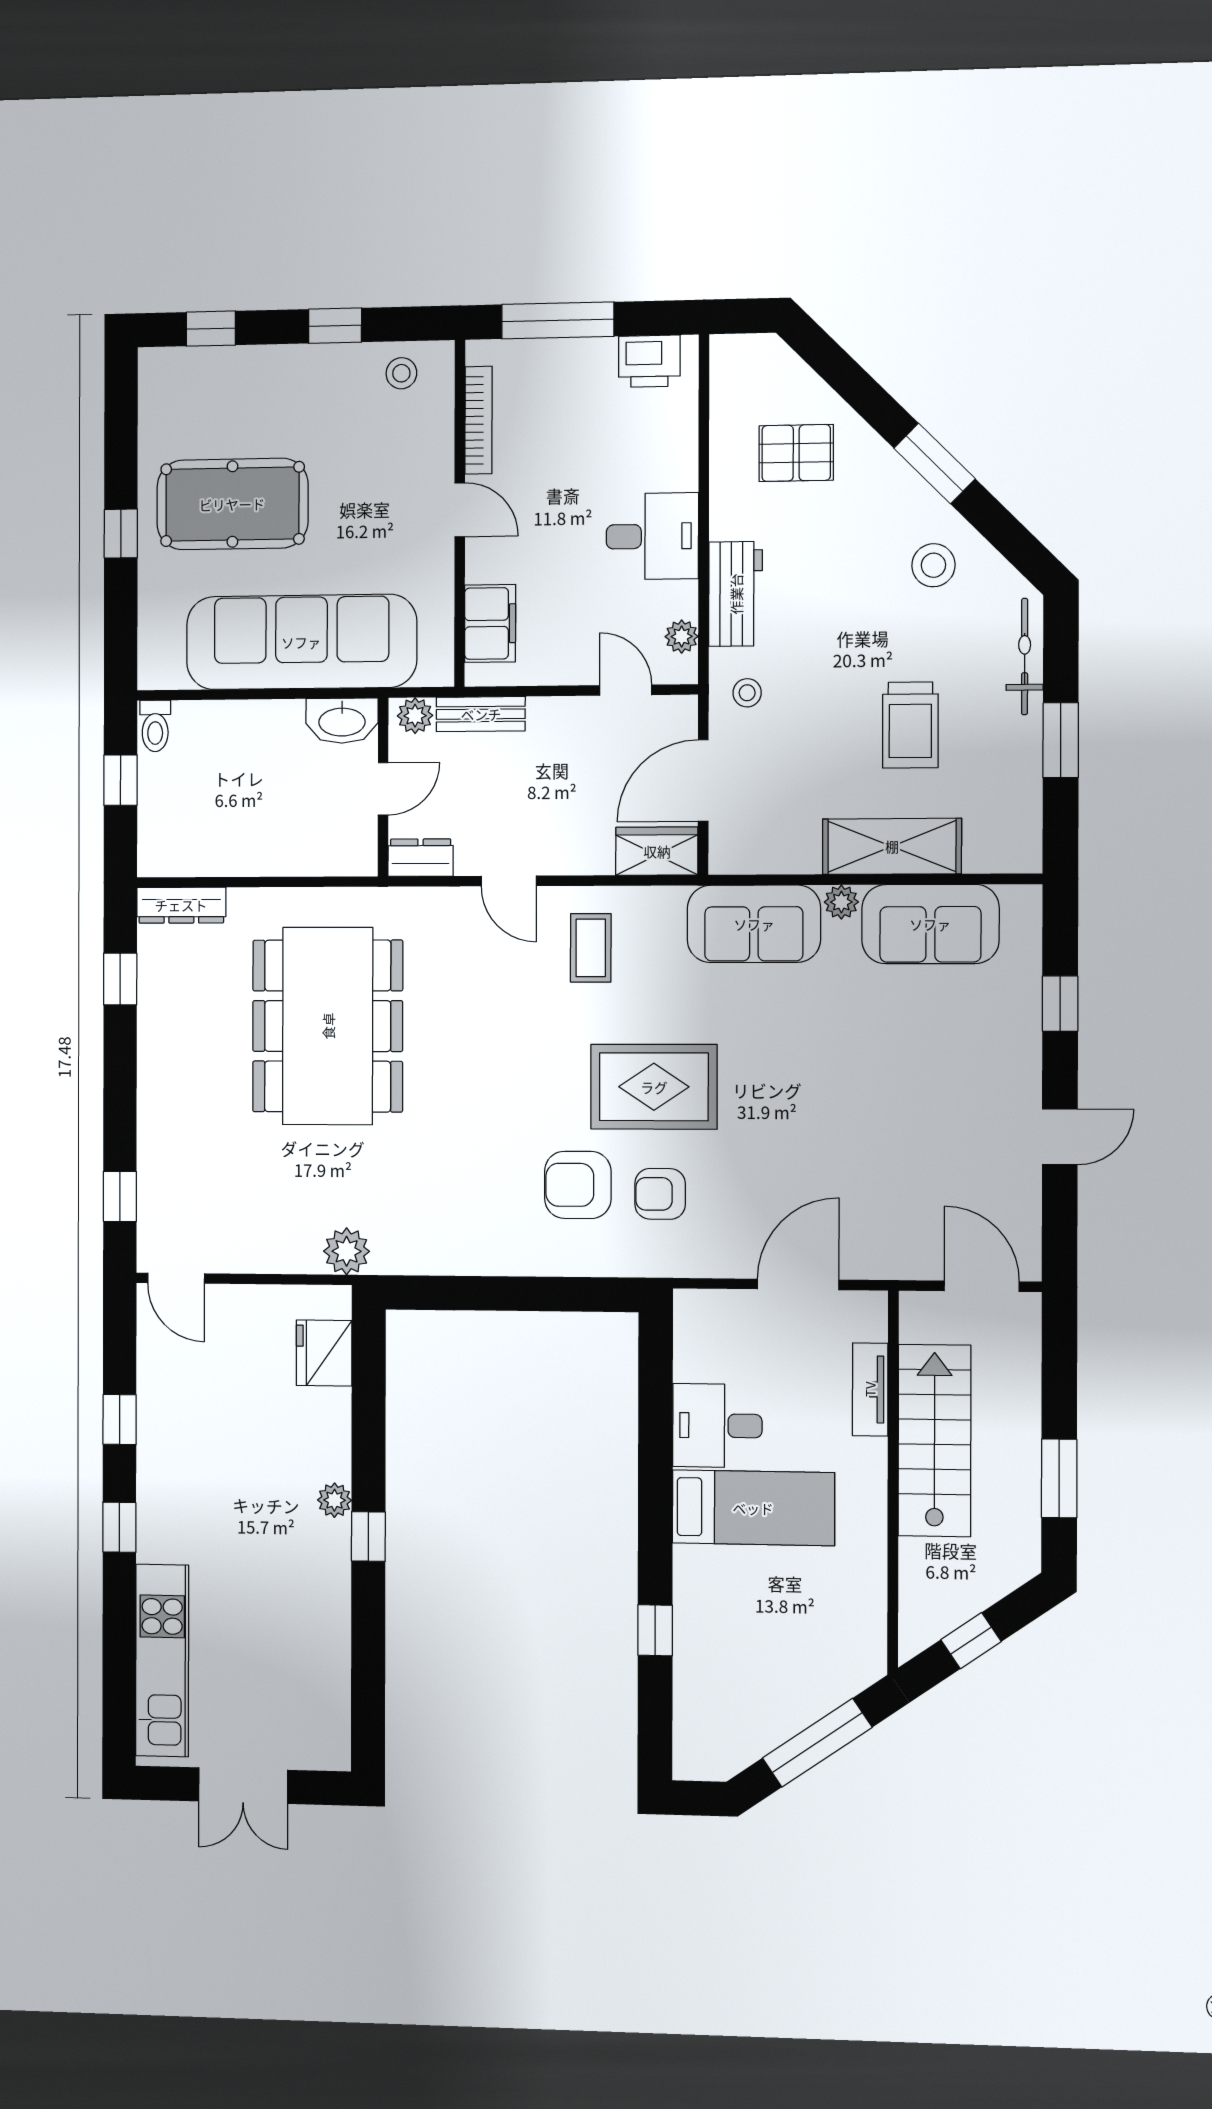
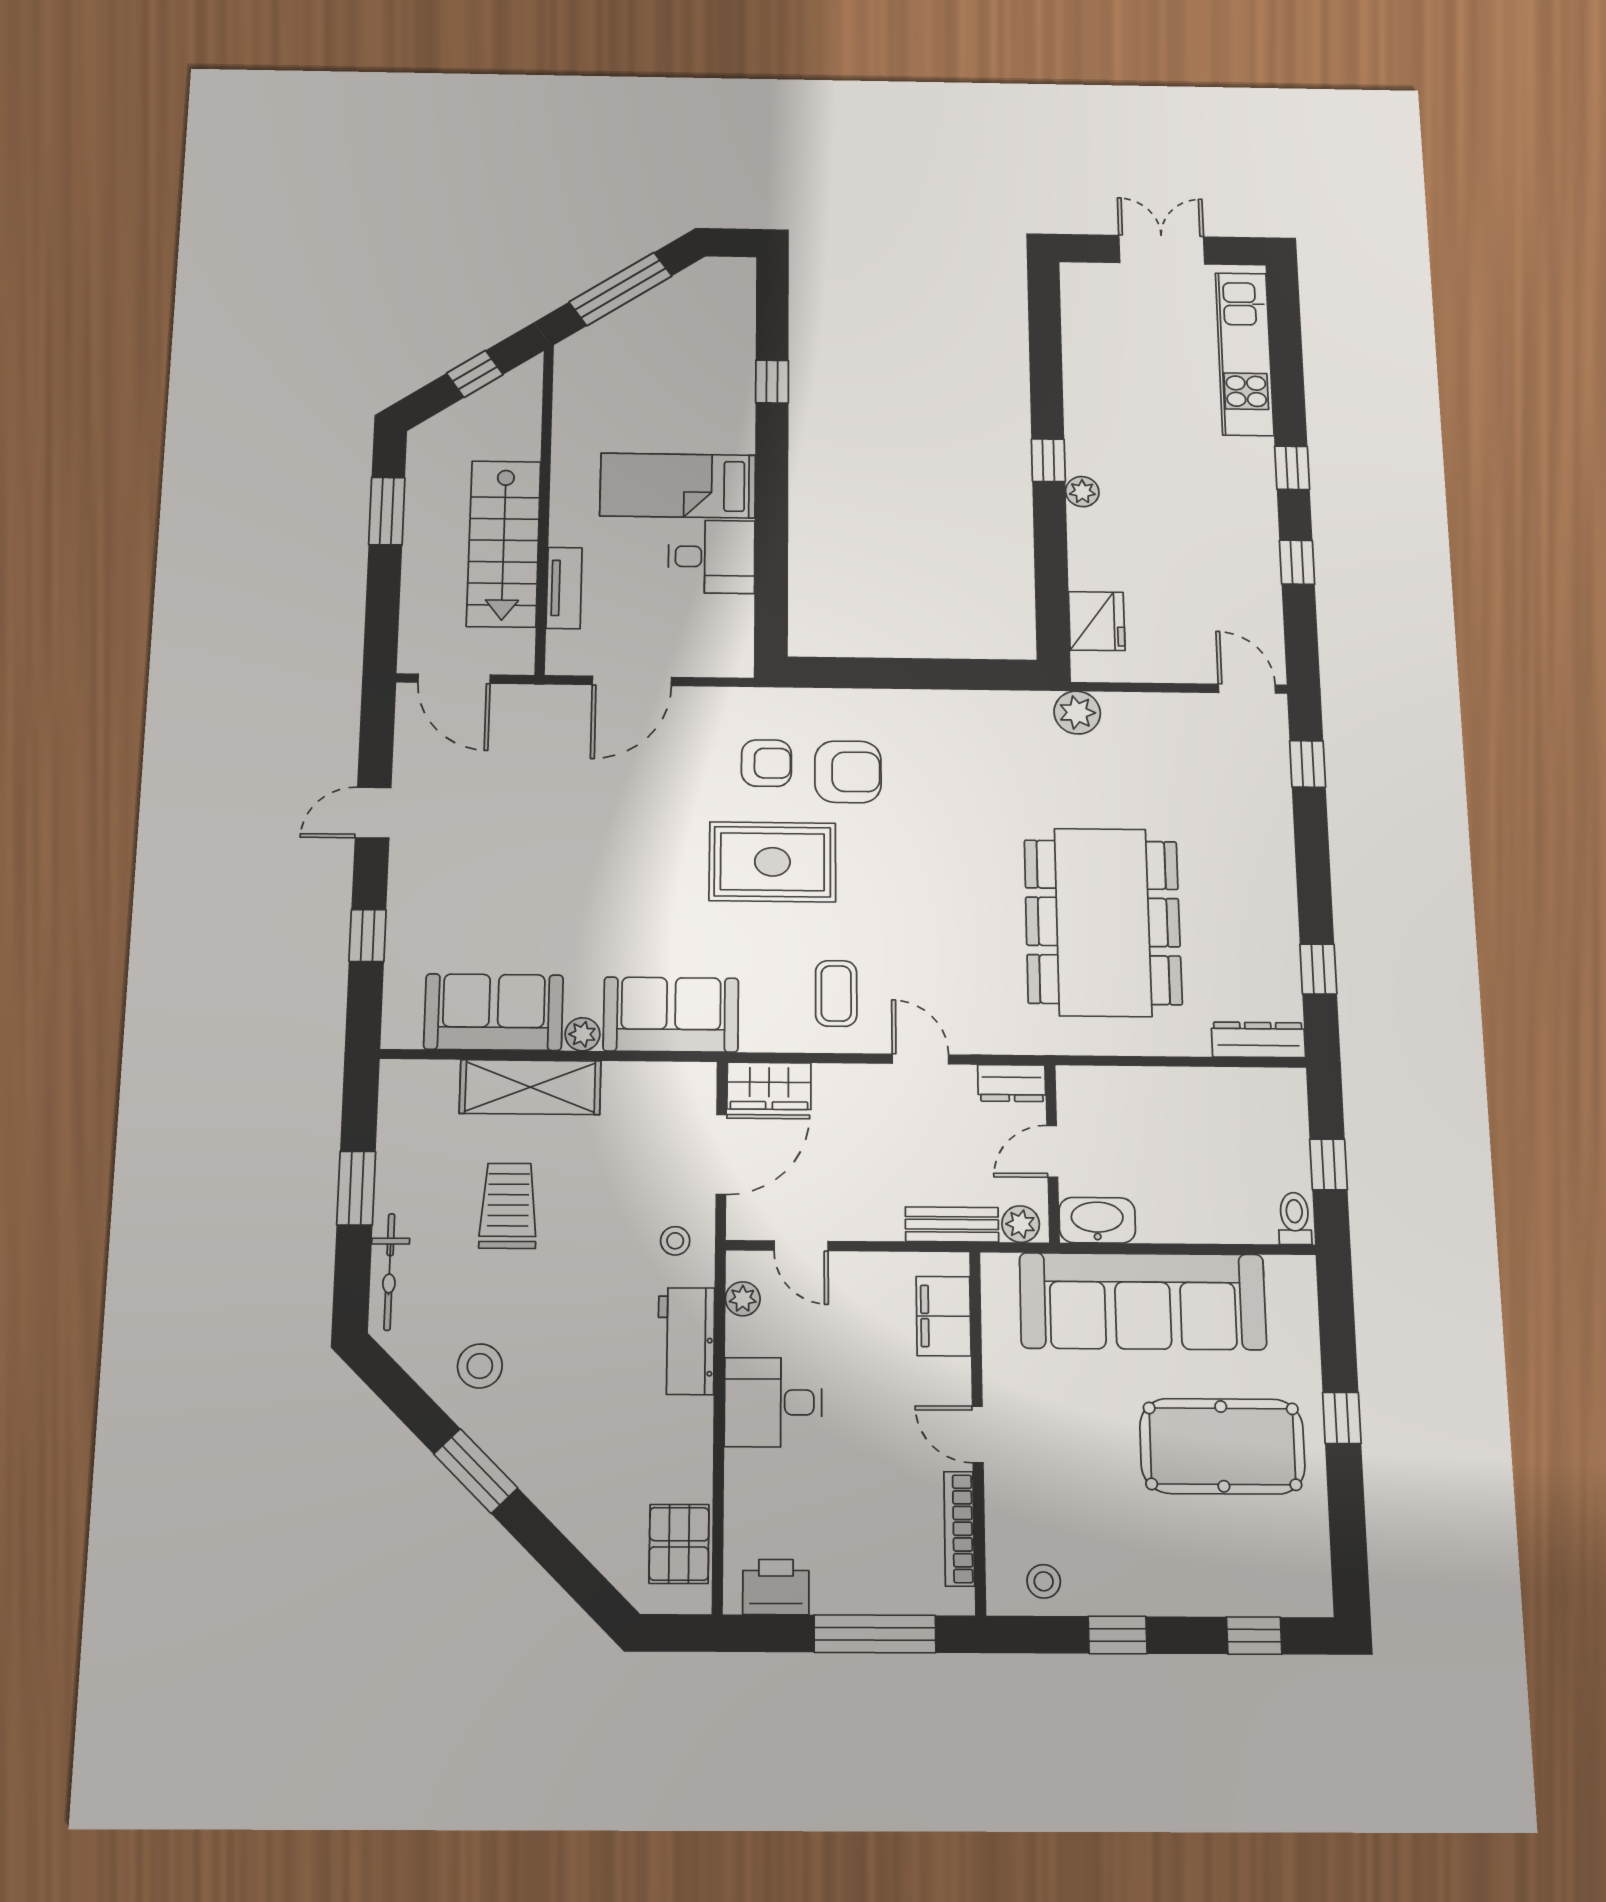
pallet: (796, 453) -> (679, 1544), moved, turned 90

